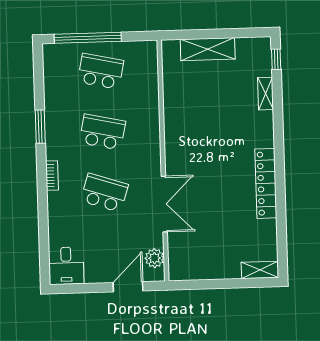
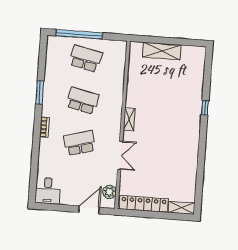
window: (276, 59) -> (205, 108), moved
shelving: (265, 94) -> (129, 119), moved
locker: (266, 183) -> (144, 204), moved, turned 90
school desk: (104, 193) -> (80, 143), turned -33
double door: (164, 204) -> (120, 155), width x0.73

